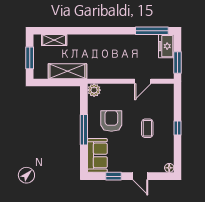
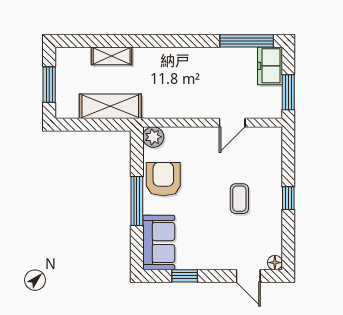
shelving: (54, 40) -> (112, 56), moved
armchair: (111, 121) -> (163, 179), moved
door: (140, 176) -> (248, 276), moved

